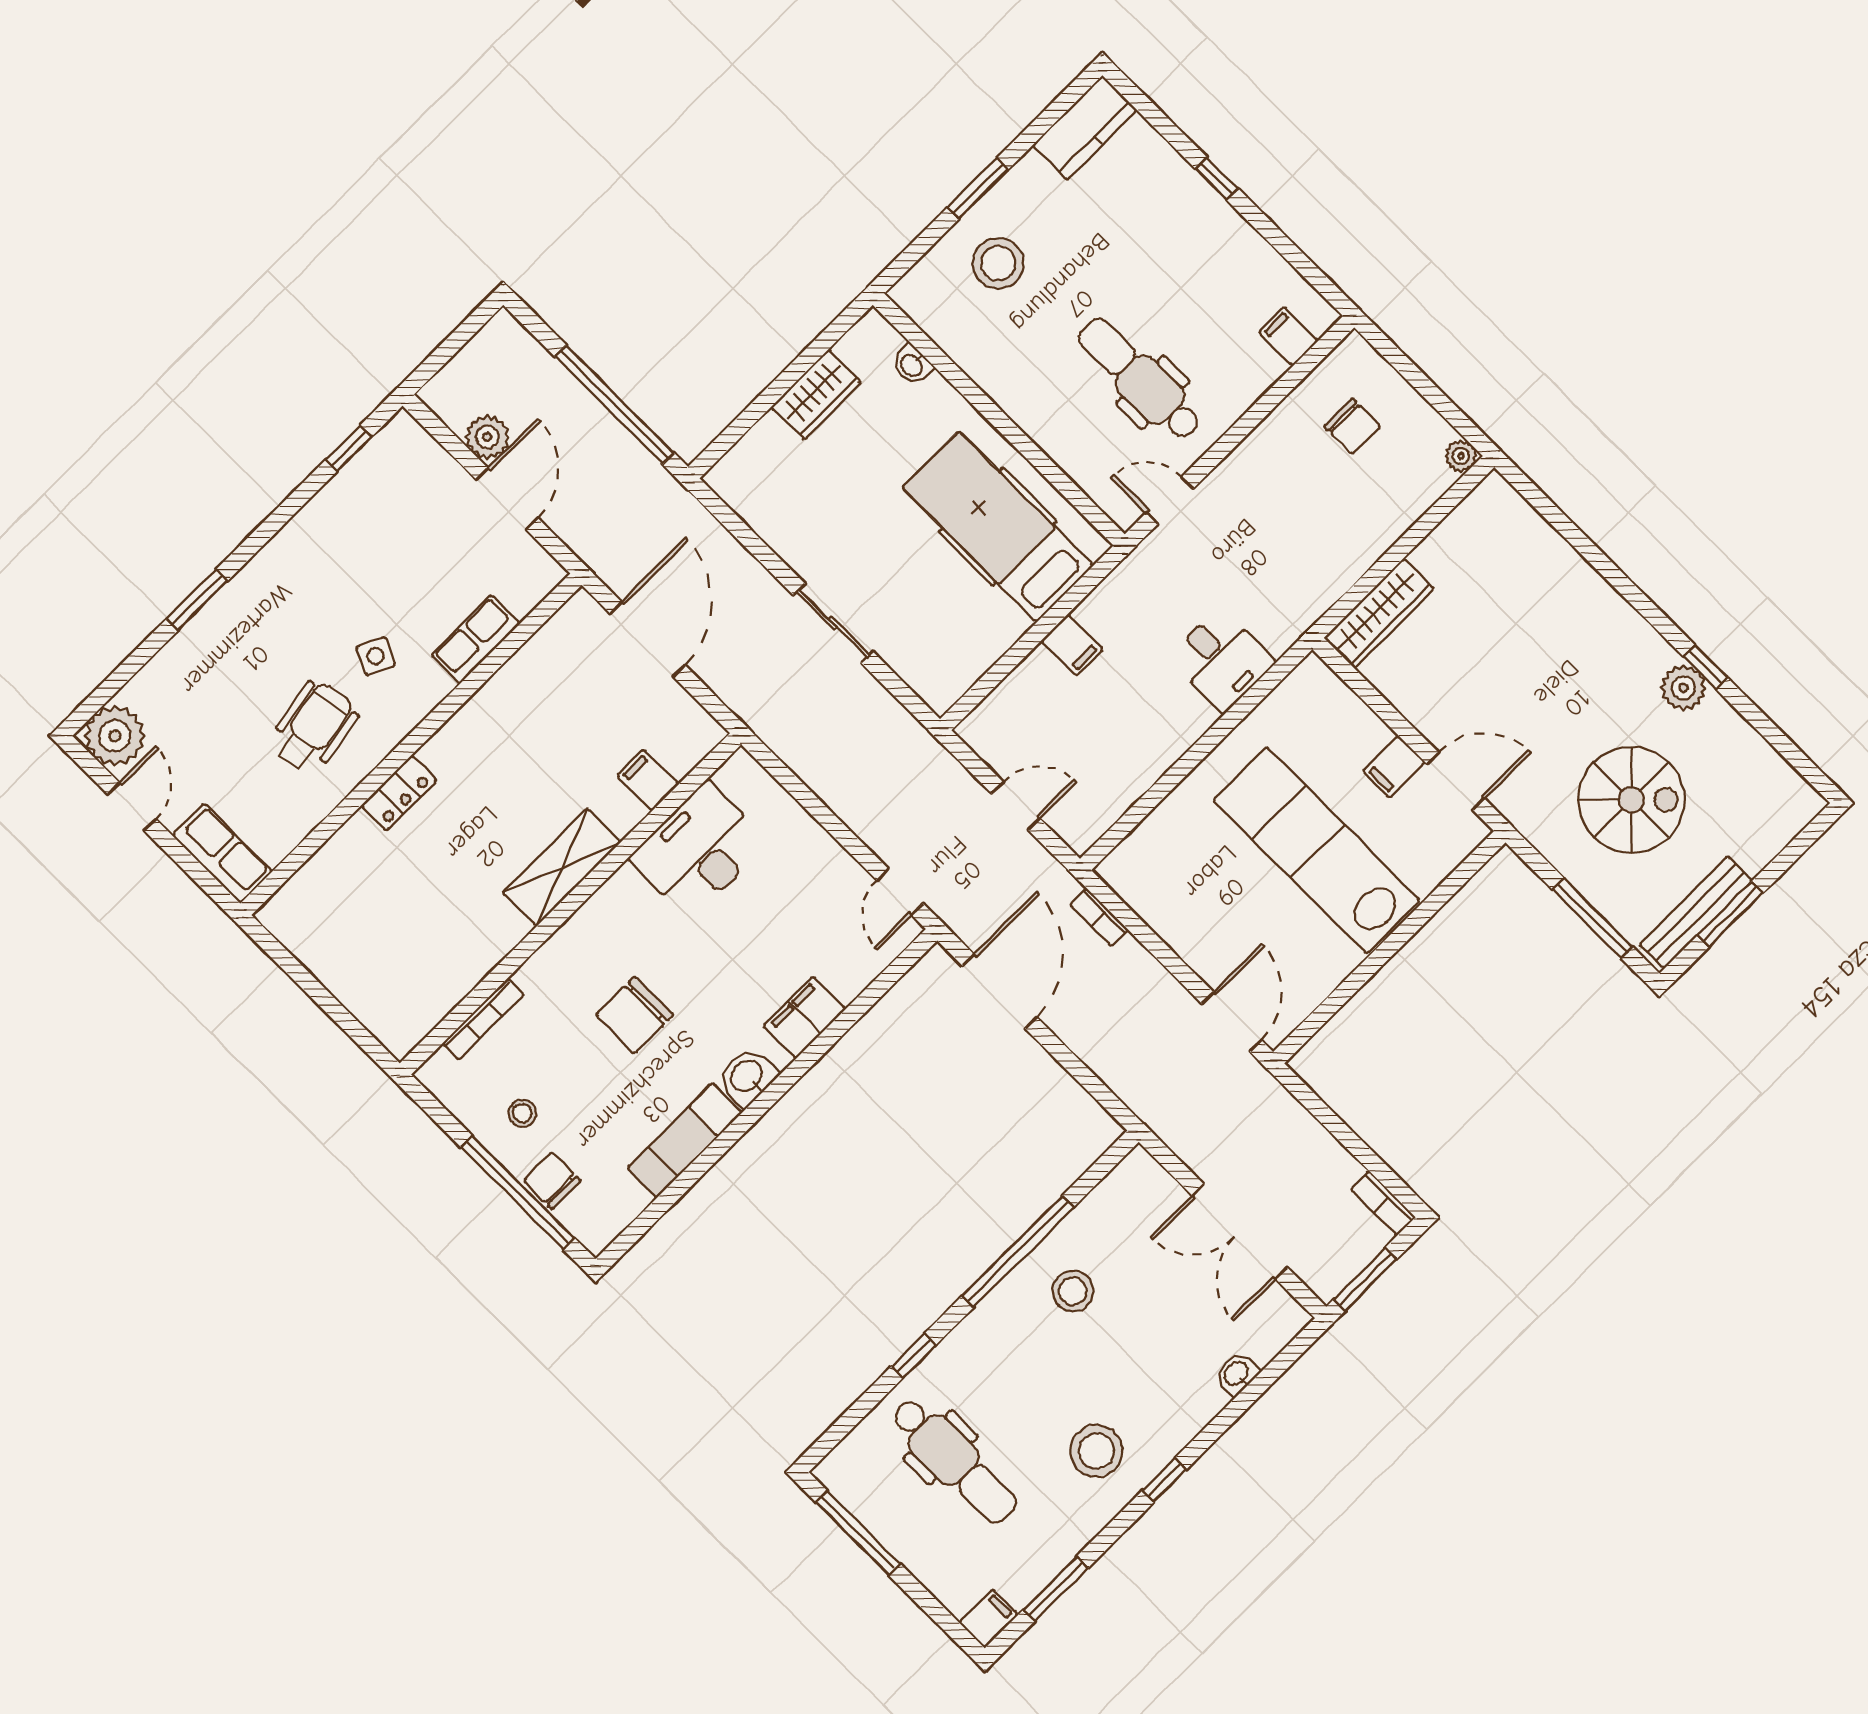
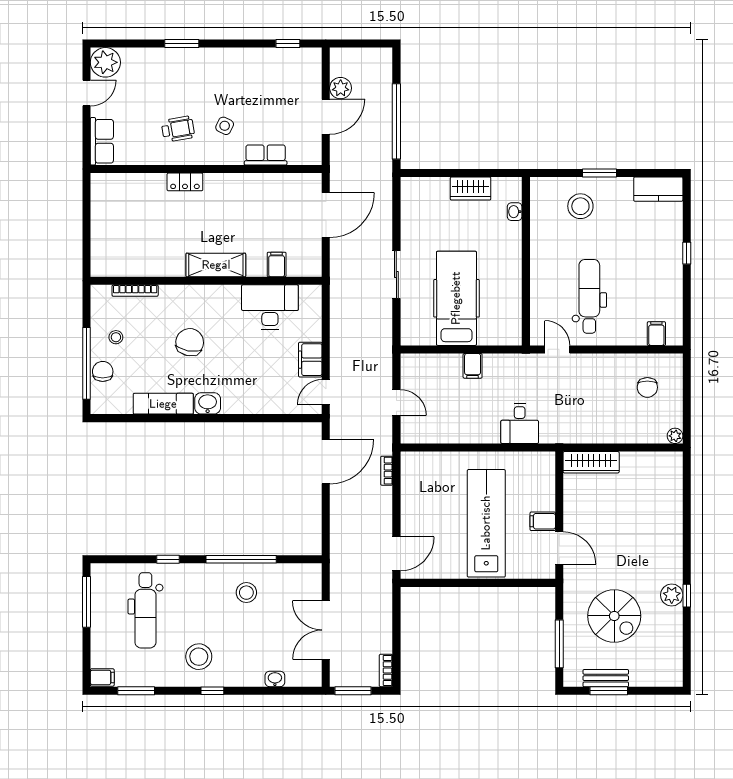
hospital bed: (998, 527) -> (456, 298), moved
wheelchair: (314, 727) -> (178, 129), width x0.73, depth x0.73
bench: (1696, 912) -> (606, 678), width x0.73
chair: (635, 1015) -> (190, 342), turned 101
filing cabinet: (804, 1017) -> (310, 360), moved, turned -90

